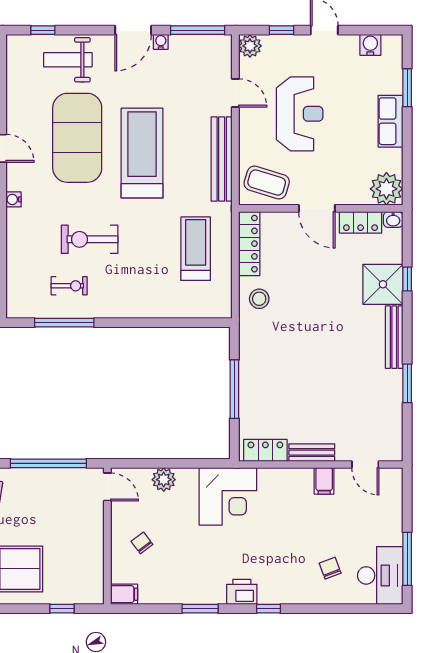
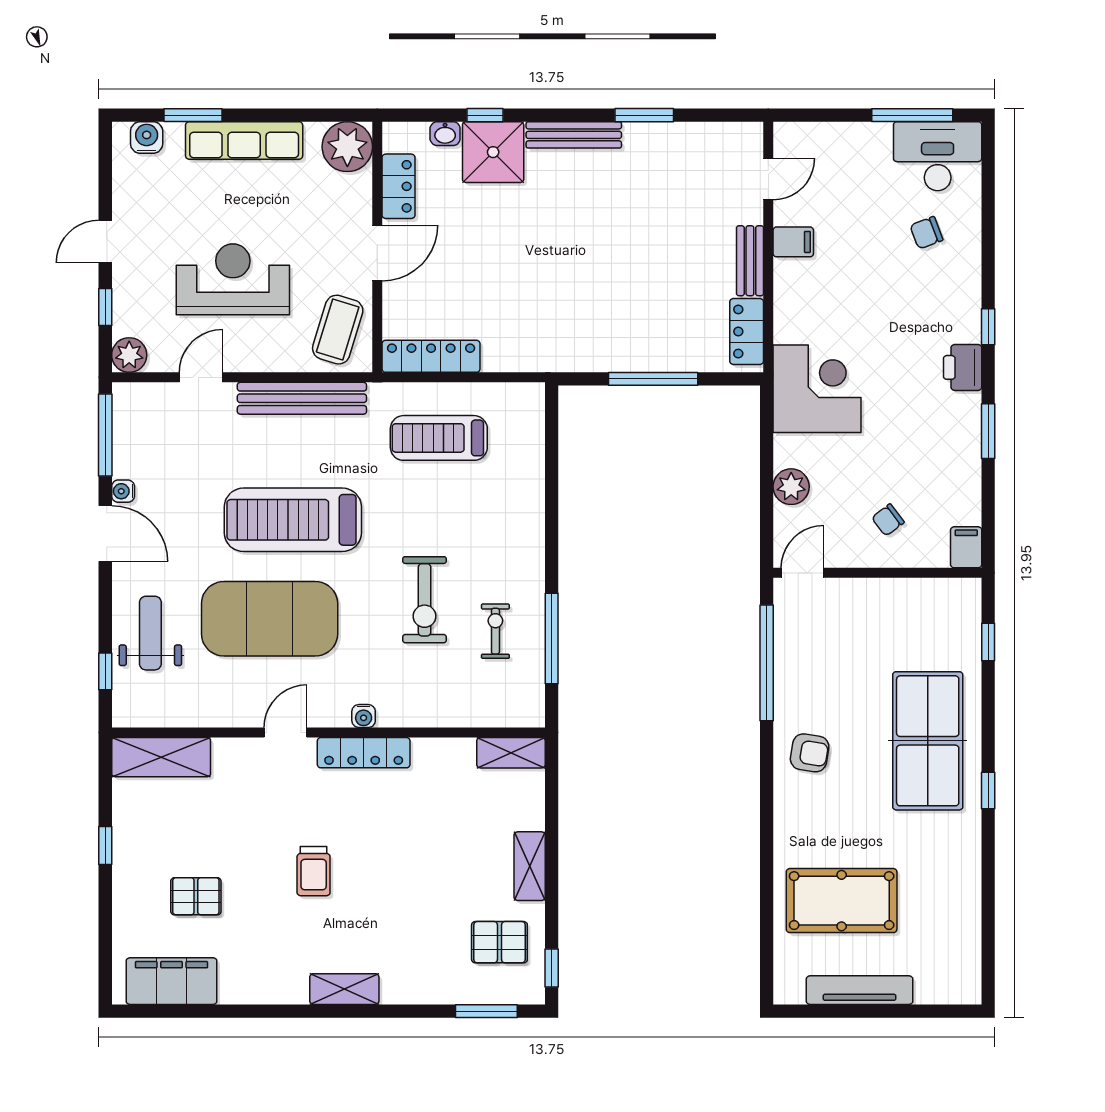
water cooler: (370, 45) -> (147, 137), moved, turned 90
weight bench: (68, 60) -> (150, 633), turned 180
row of seats: (391, 121) -> (244, 140), width x1.48
washbasin: (393, 220) -> (445, 134), moved, turned 90
stool: (259, 299) -> (515, 341), removed

